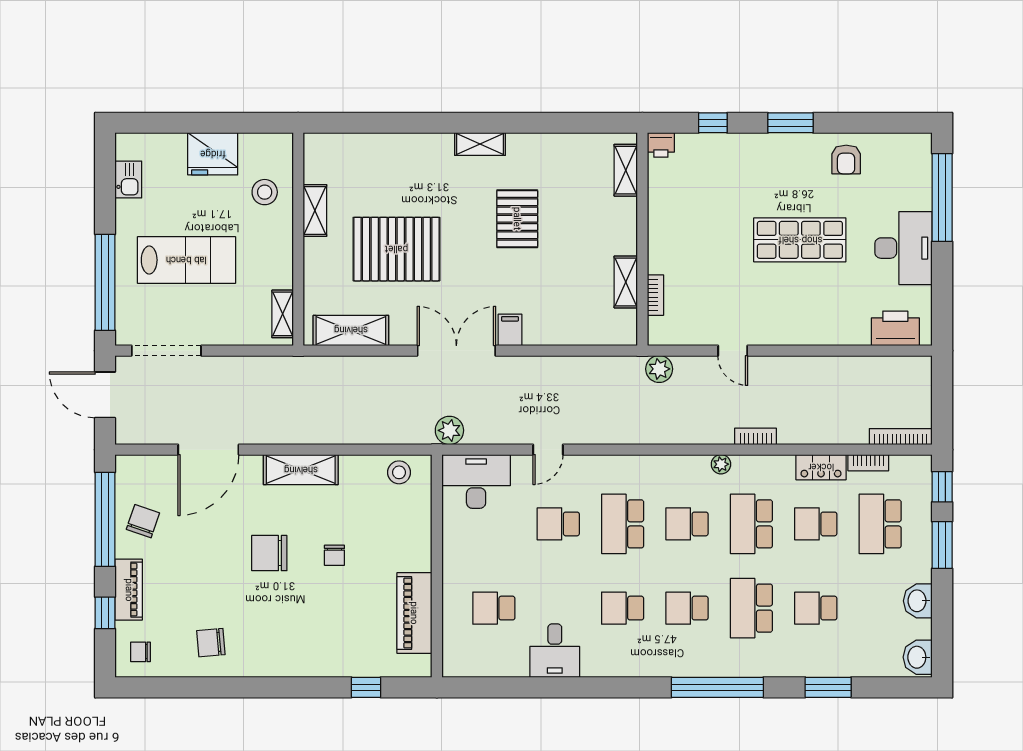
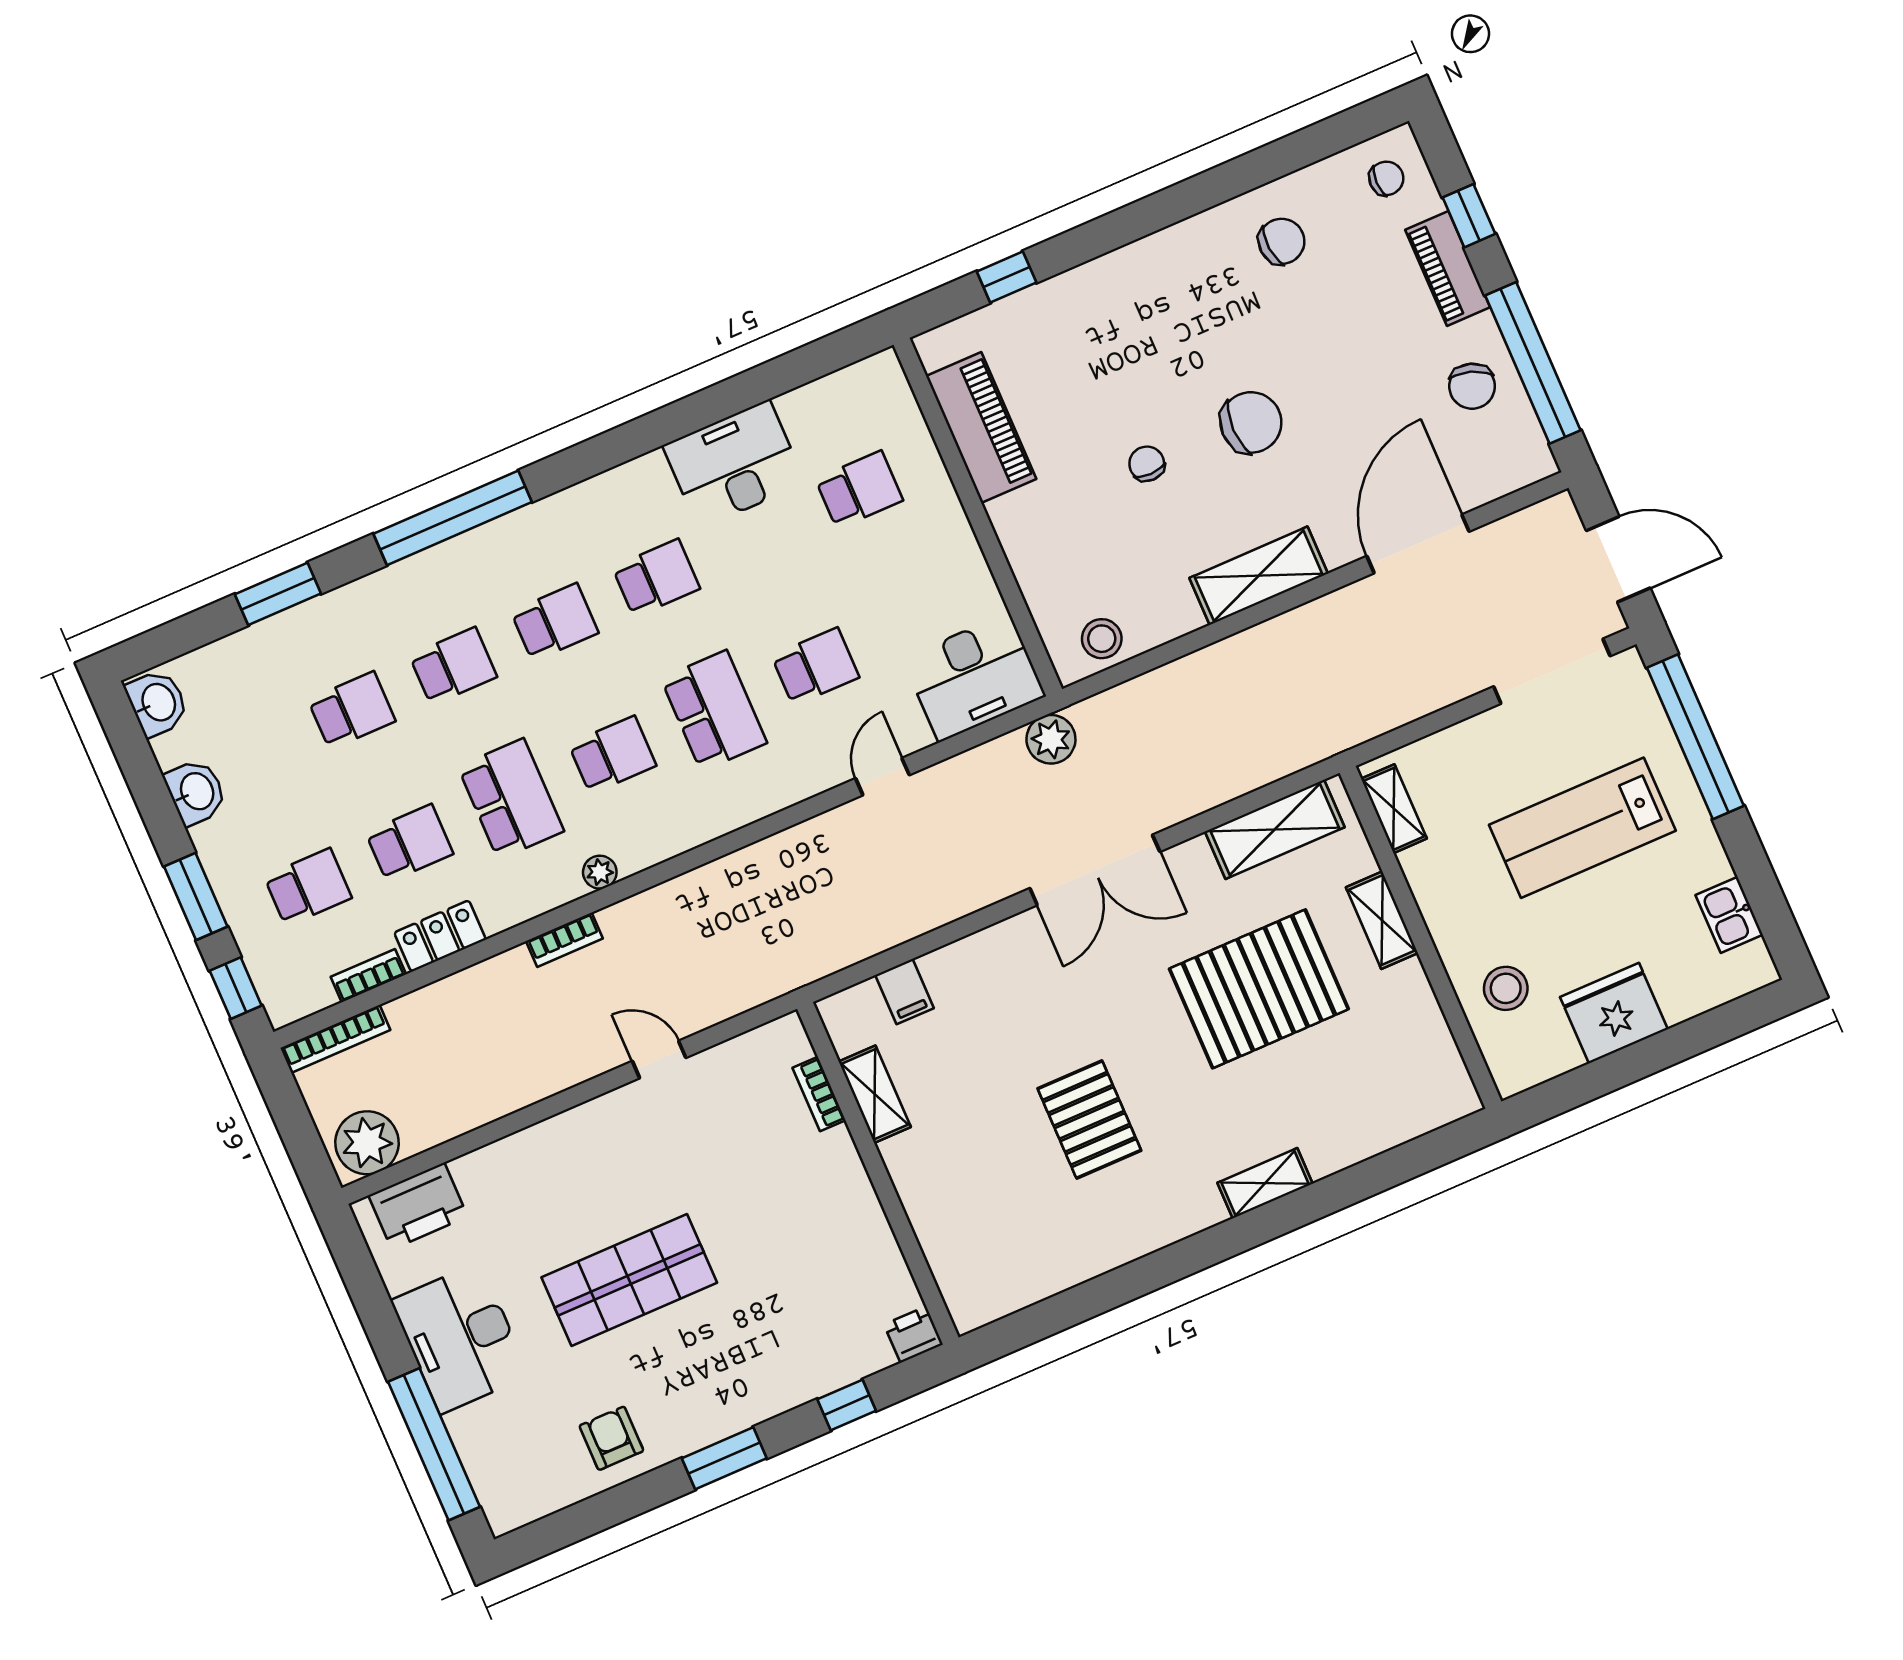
shelving: (480, 144) -> (1265, 1183), moved
shelving: (626, 170) -> (951, 1270), removed
shelving: (315, 210) -> (1382, 920), moved
filing cabinet: (510, 330) -> (904, 992), moved
plant: (659, 369) -> (367, 1143), moved, width x1.36, depth x1.36
school desk: (880, 524) -> (308, 887), width x0.54
school desk: (751, 608) -> (453, 666), width x0.54
desk: (555, 651) -> (734, 464), width x1.37

